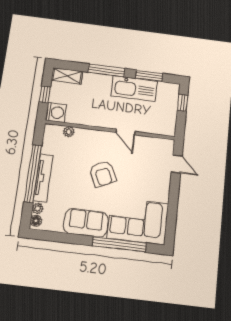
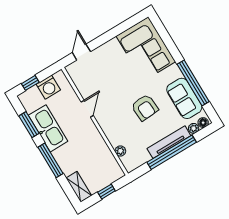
washing machine: (56, 113) -> (48, 87), moved, turned 180
armchair: (103, 174) -> (145, 107), moved, turned 111
sofa: (86, 223) -> (184, 98), moved
window: (119, 244) -> (193, 83), moved

